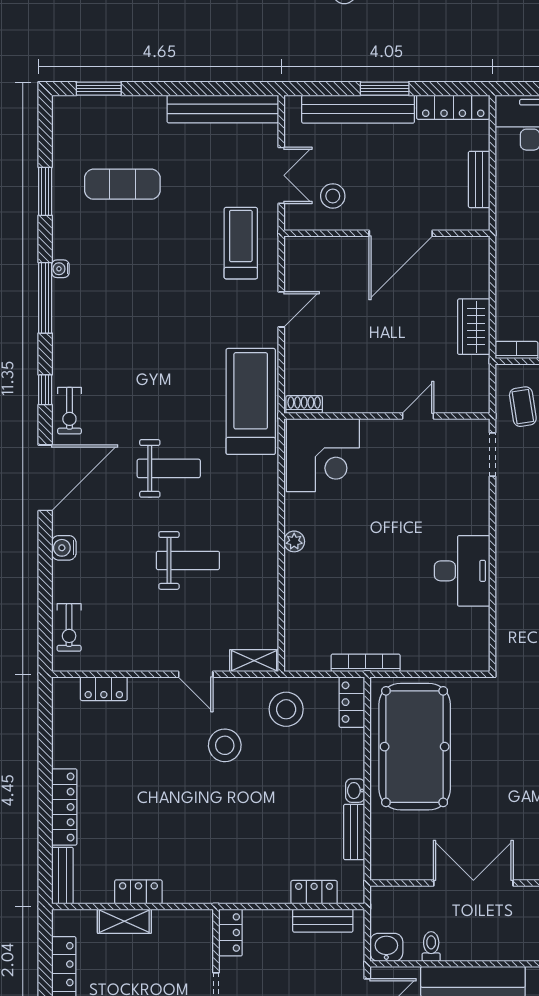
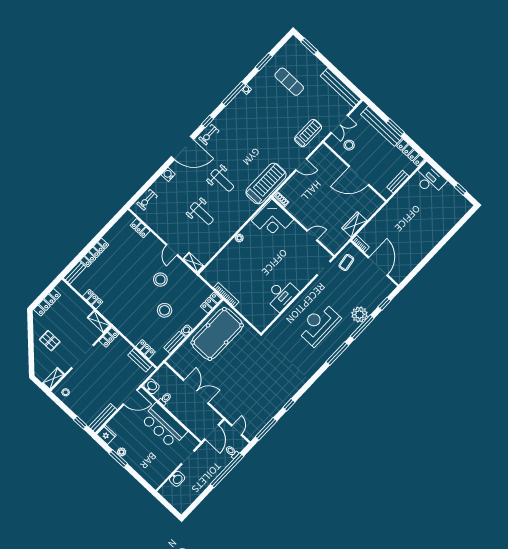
stool: (286, 709) -> (165, 310), moved
shelving: (124, 921) -> (99, 322), moved

